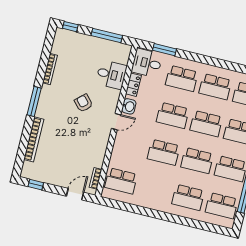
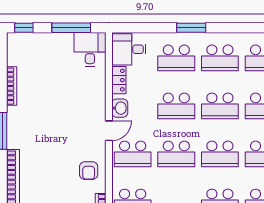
window: (164, 50) -> (191, 28), moved
desk: (111, 75) -> (90, 49), moved, turned -90
armchair: (84, 103) -> (89, 171), moved, turned -138
school desk: (130, 144) -> (133, 154), added

